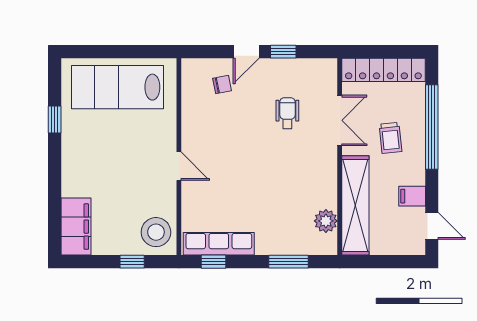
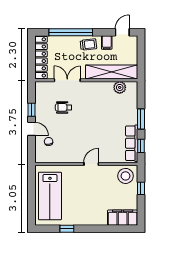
trolley: (390, 138) -> (88, 44), moved
window: (288, 262) -> (141, 119), moved

